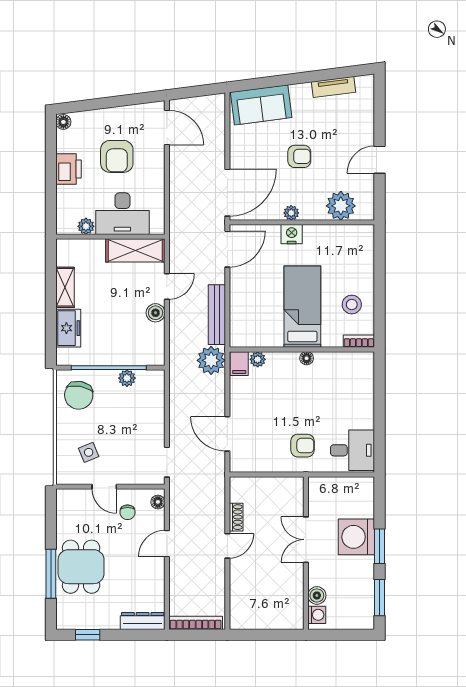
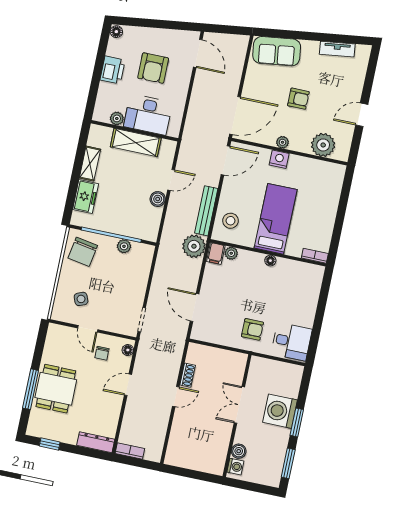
shelving: (135, 250) -> (136, 143), moved
stool: (352, 305) -> (230, 221), moved
bookcase: (196, 623) -> (130, 451), width x0.64

